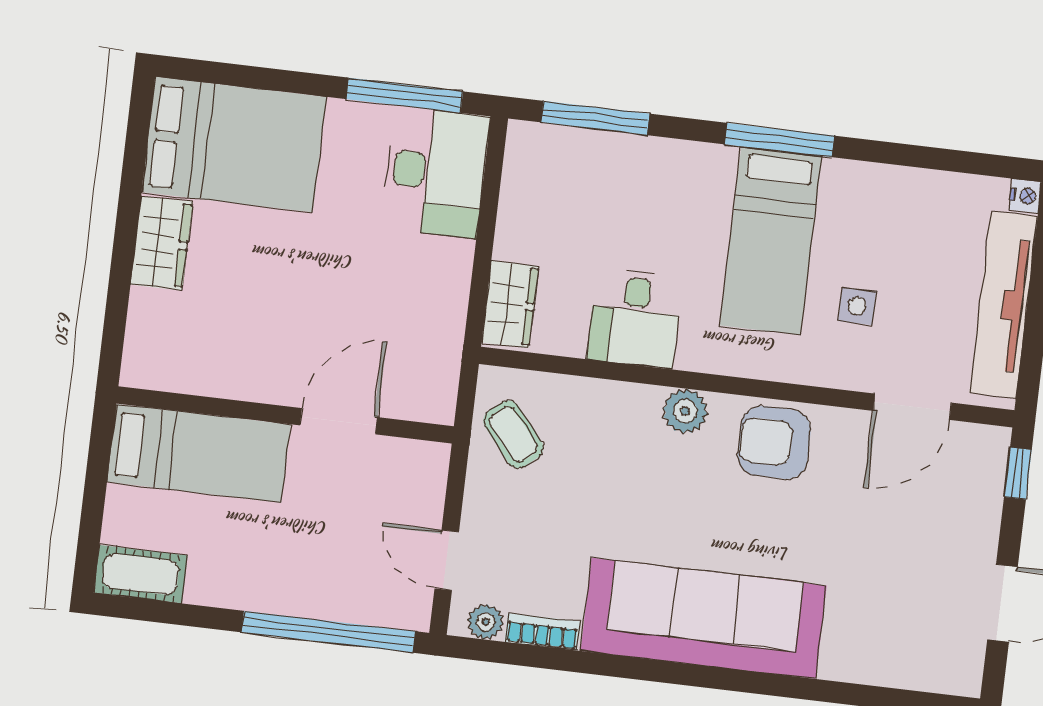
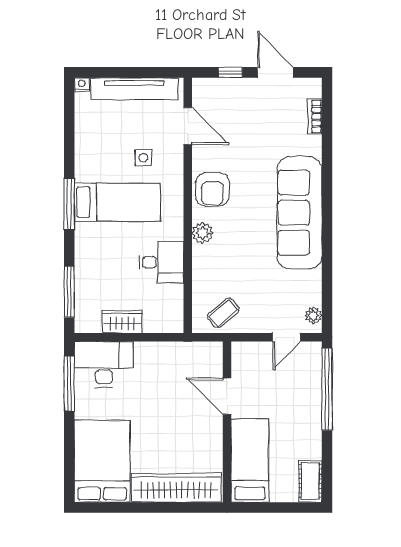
wardrobe: (161, 243) -> (176, 488), width x2.10, depth x1.17
wardrobe: (510, 304) -> (122, 322), moved
window: (1018, 473) -> (230, 72), moved
bookcase: (542, 632) -> (315, 116), moved

